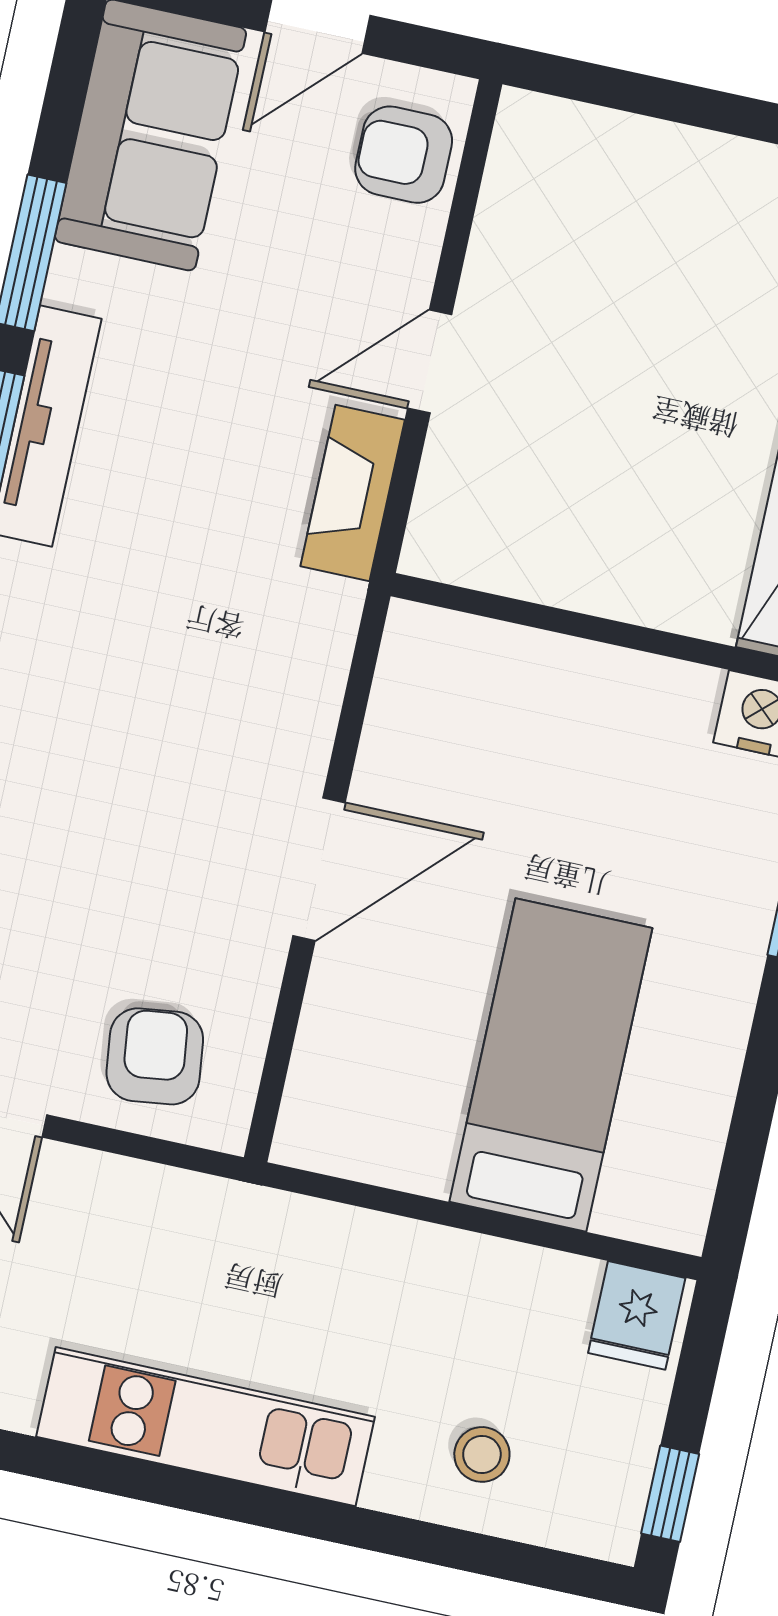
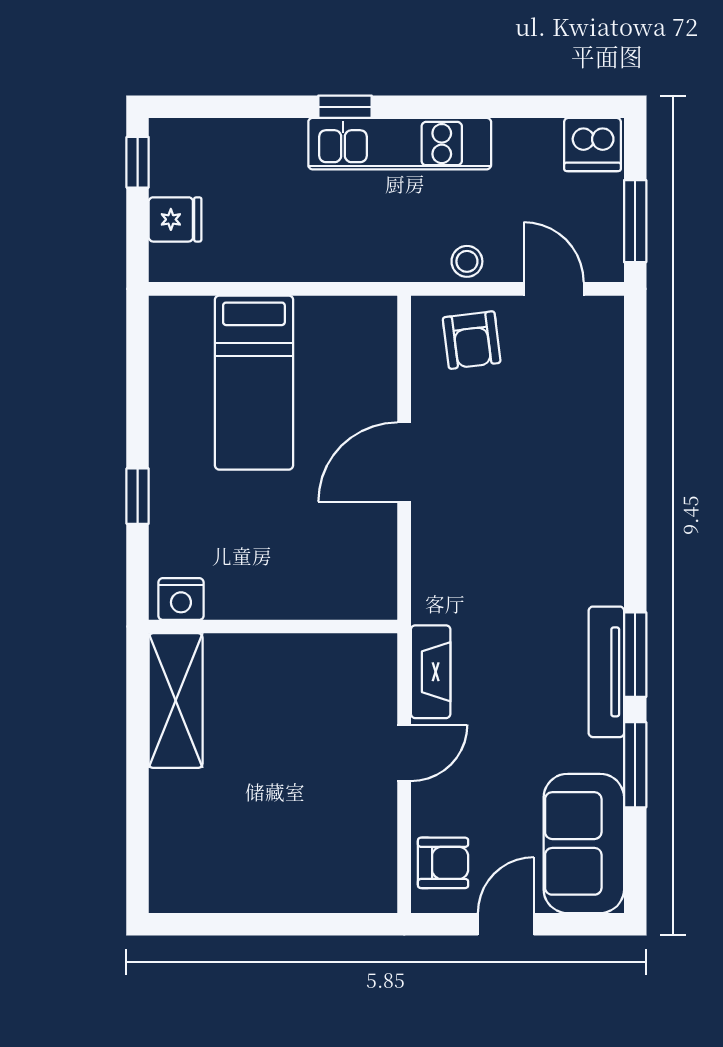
fridge: (637, 1315) -> (175, 219), moved, turned 90
stool: (482, 1454) -> (467, 261), moved
window: (287, 1512) -> (345, 107), added

